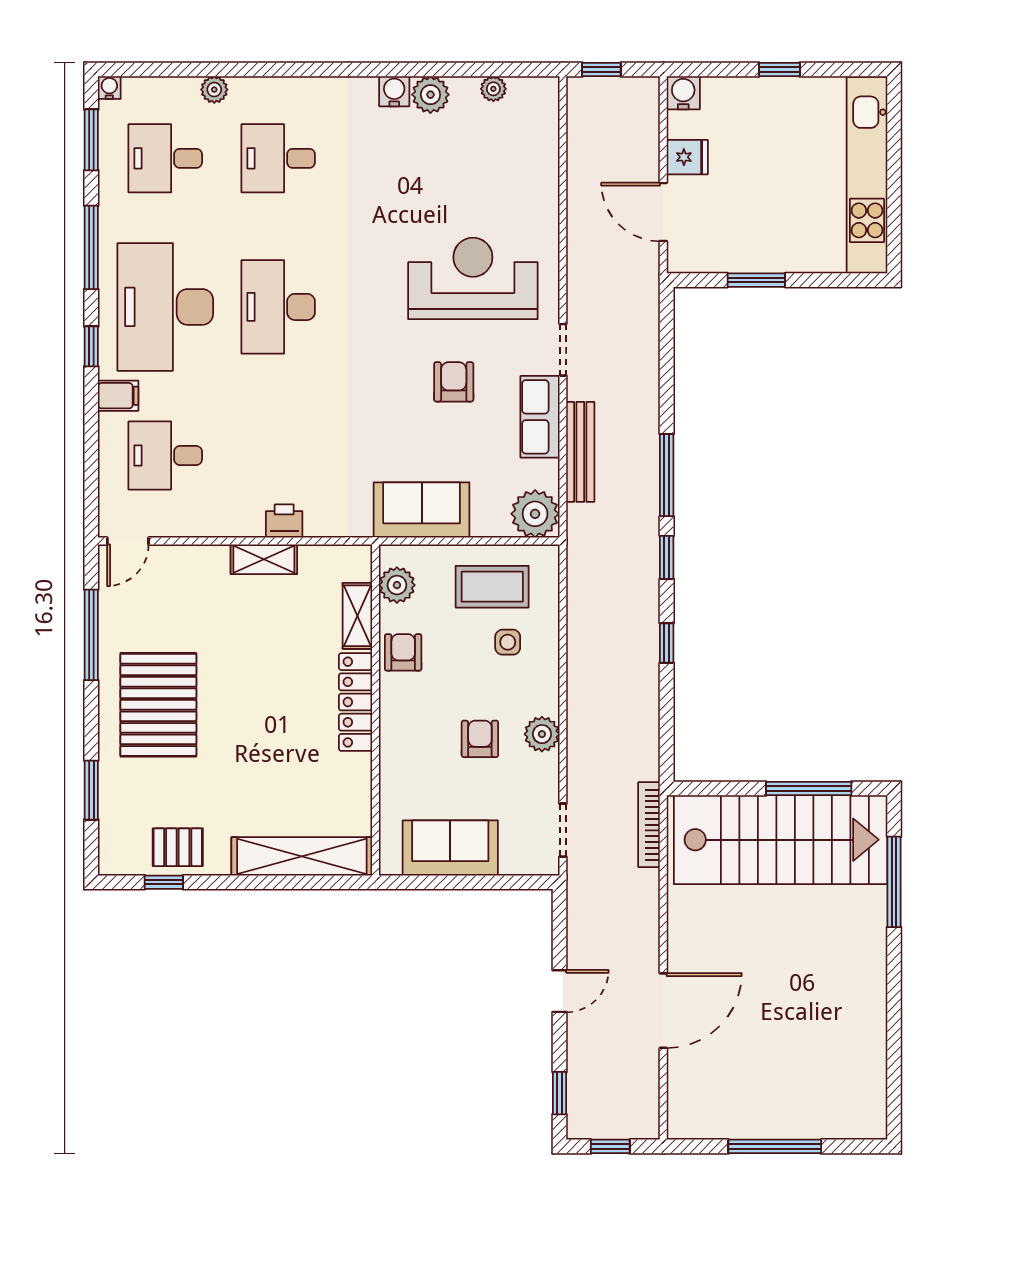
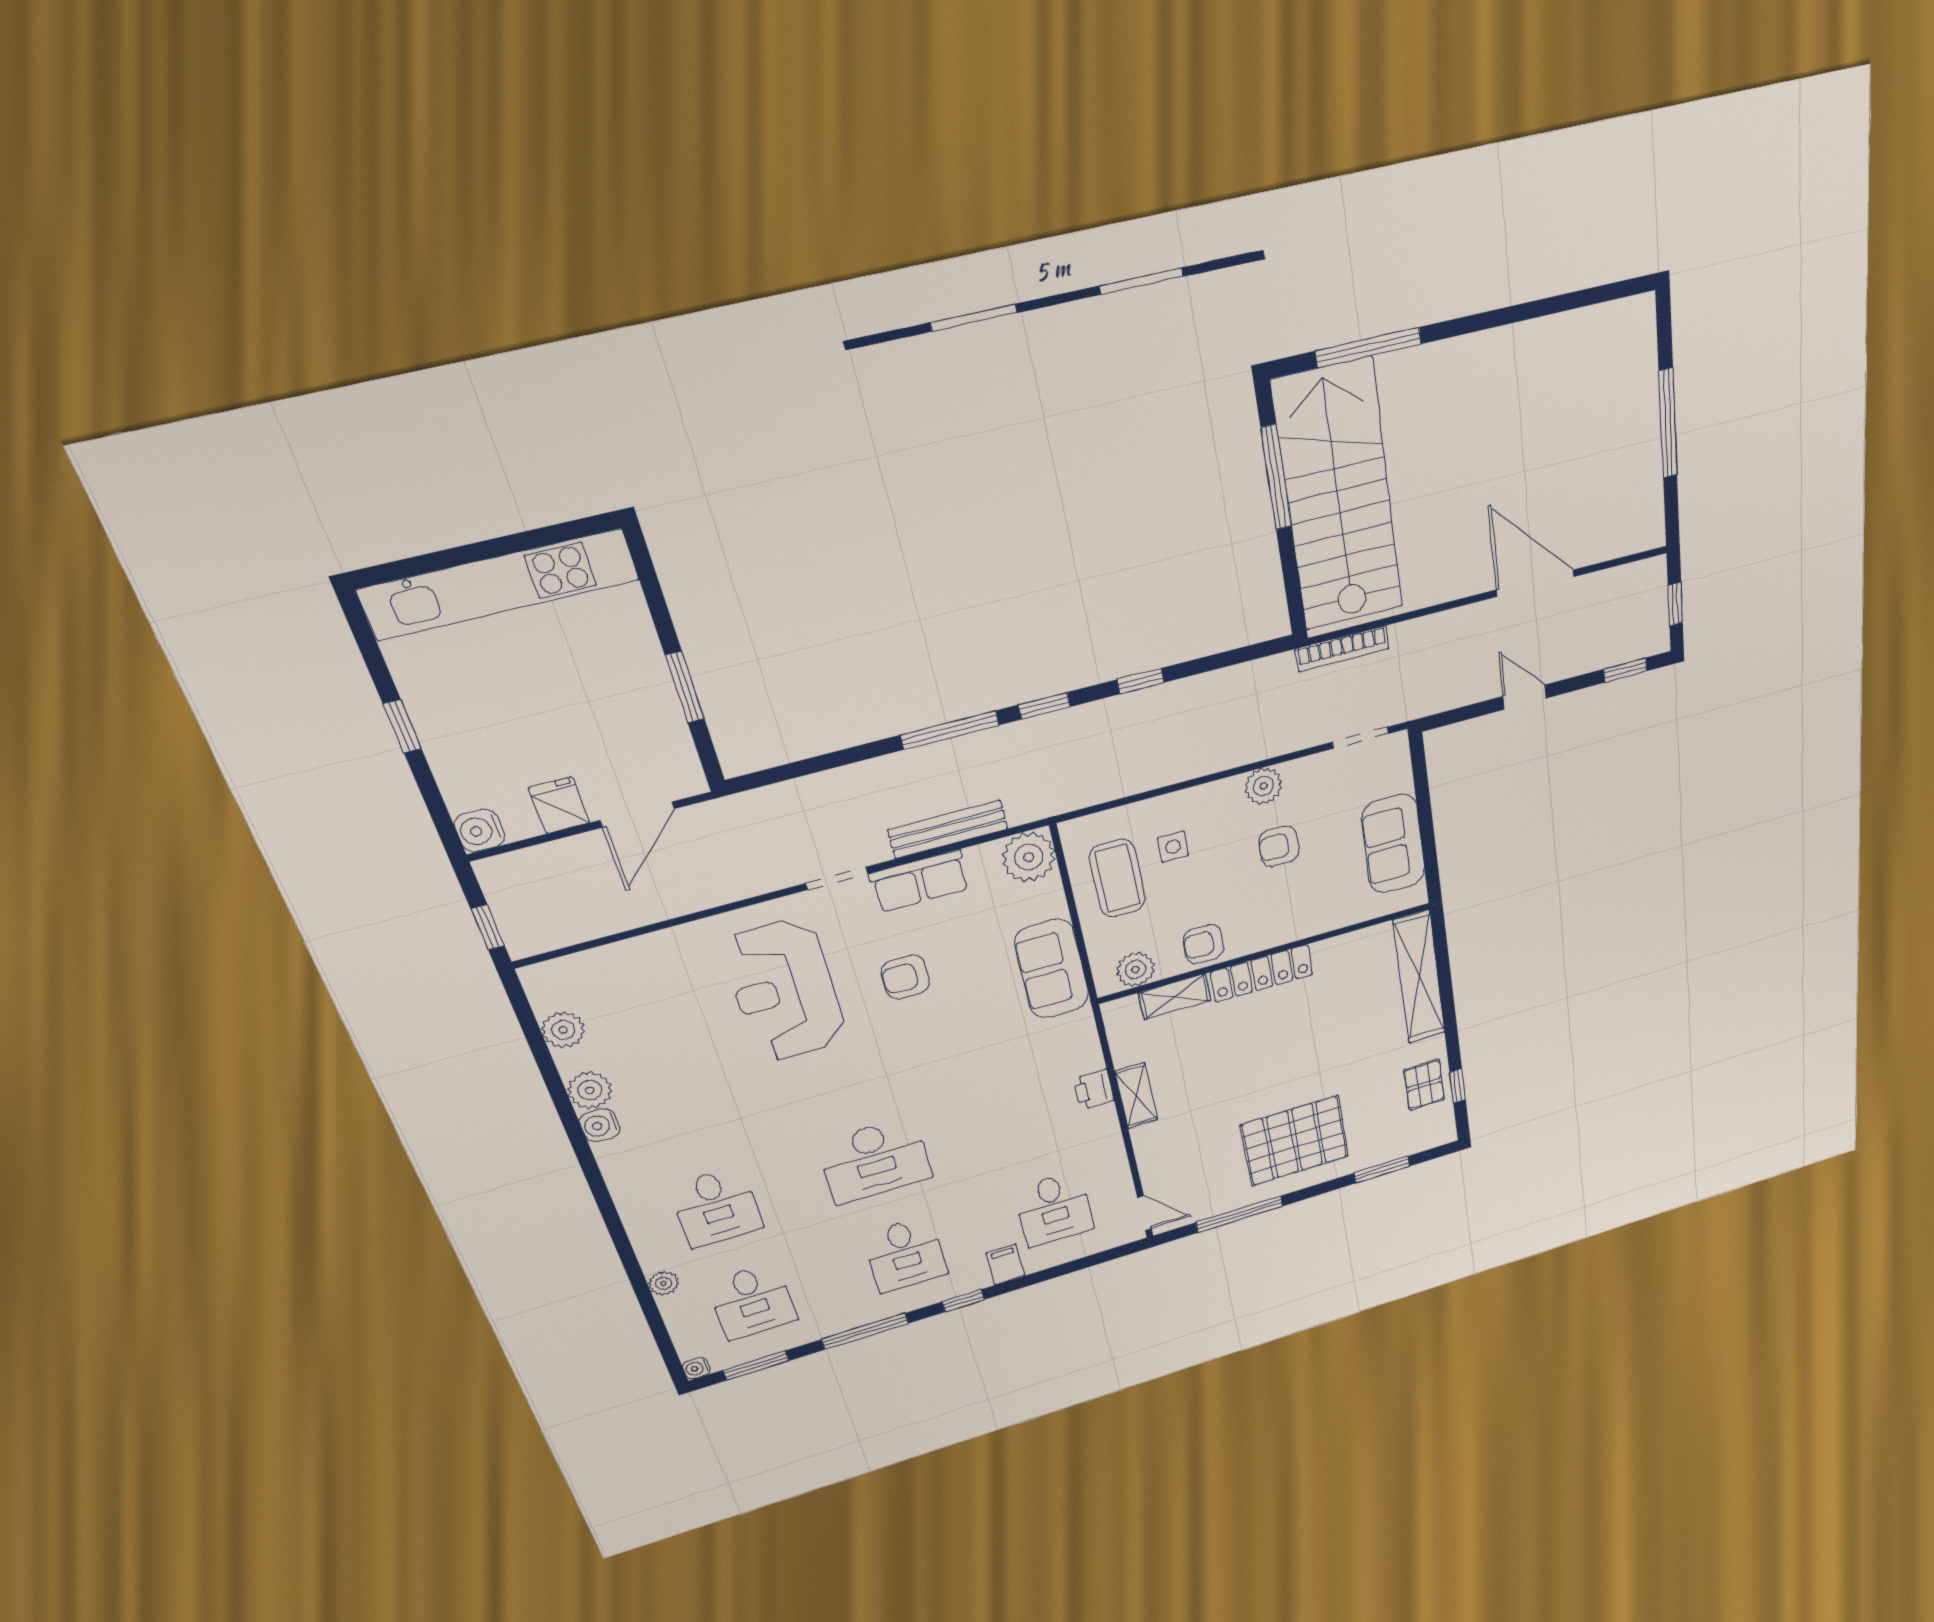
plant: (493, 89) -> (563, 1030), width x1.38, depth x1.38
desk: (165, 307) -> (905, 1254), width x0.53, depth x0.77

